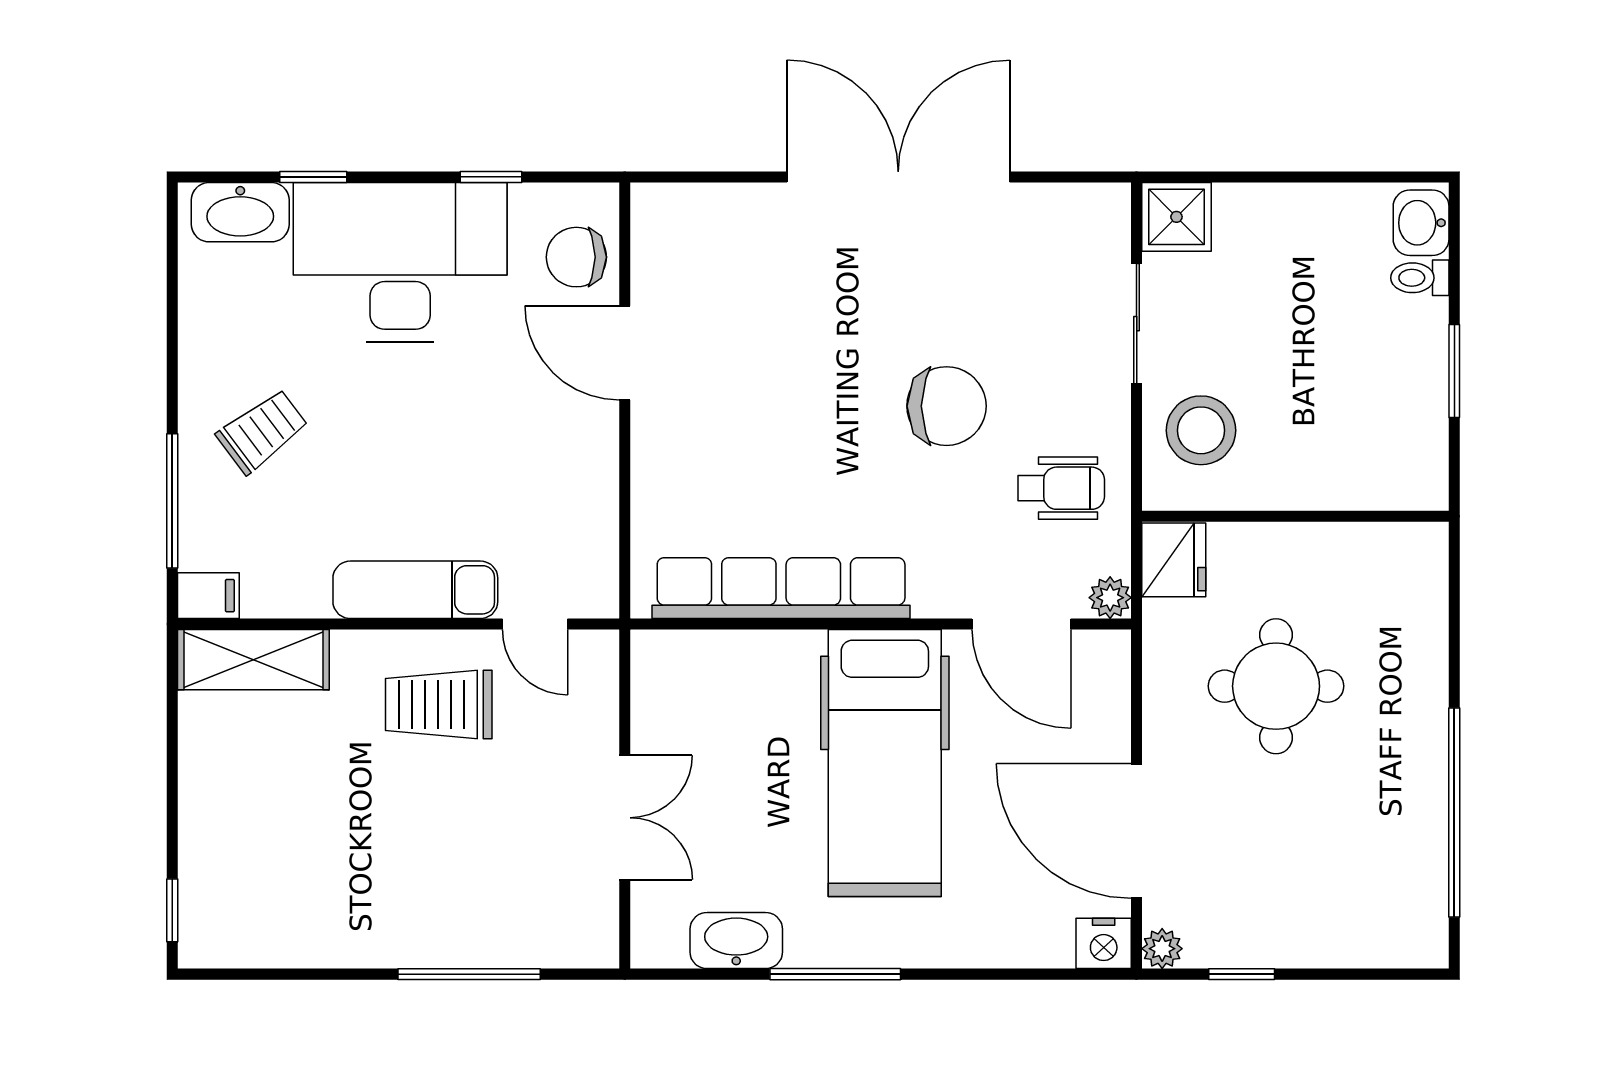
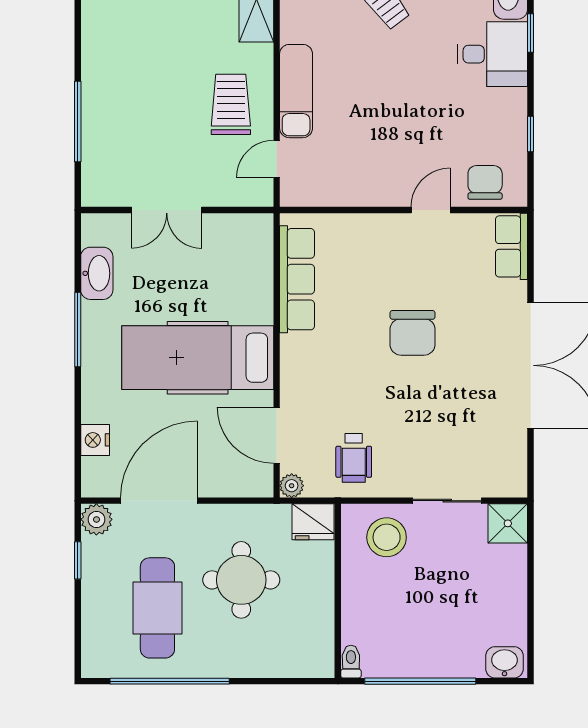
row of seats: (689, 210) -> (512, 246), added
desk: (400, 262) -> (493, 54), width x0.53, depth x0.77
toilet: (1420, 278) -> (351, 662), moved
door: (625, 353) -> (431, 210), width x0.73
window: (1454, 371) -> (420, 681), width x2.11
chair: (947, 406) -> (413, 333), moved
row of seats: (781, 588) -> (297, 279), width x0.73
door: (1021, 624) -> (277, 435), hinge flipped
cafe table: (1325, 834) -> (157, 608), added
nightstand: (1104, 943) -> (95, 440), moved
plant: (1162, 949) -> (96, 519), width x1.38, depth x1.38

